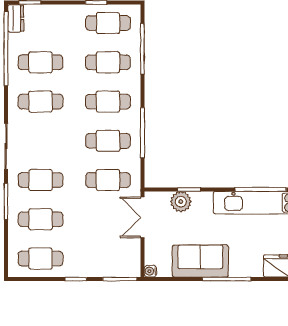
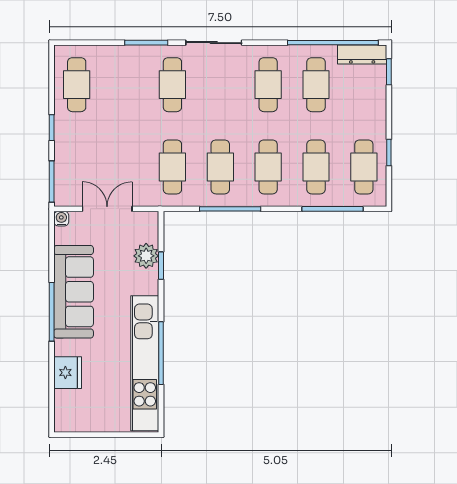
dresser: (16, 18) -> (362, 54), width x1.44
double door: (142, 217) -> (107, 209), moved
cafe table: (41, 219) -> (125, 85), removed
sofa: (200, 261) -> (74, 292), width x1.36

